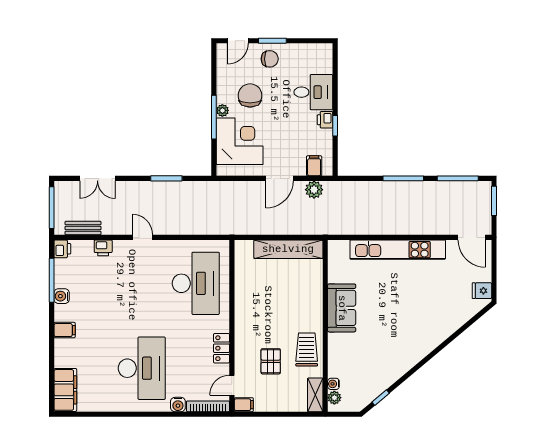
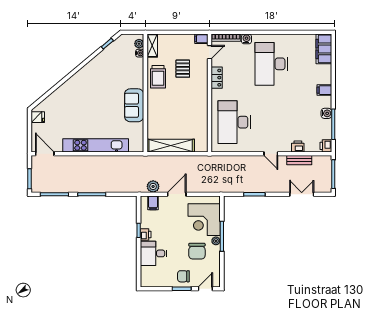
bench: (83, 228) -> (299, 160), moved

